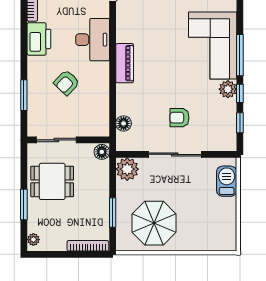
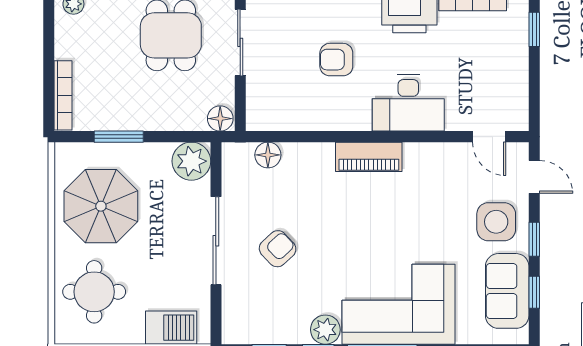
armchair: (67, 83) -> (336, 60), turned -44
armchair: (179, 118) -> (278, 249), turned 47
round table: (205, 227) -> (94, 292), added

